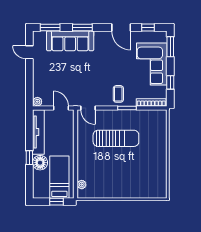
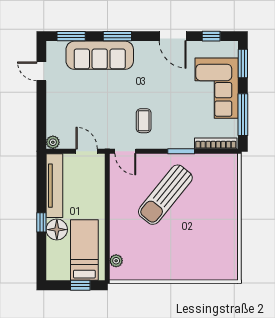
window: (170, 82) -> (243, 115), width x2.17
coffee table: (118, 94) -> (144, 121), moved
sun lounger: (116, 138) -> (165, 195), turned 129

